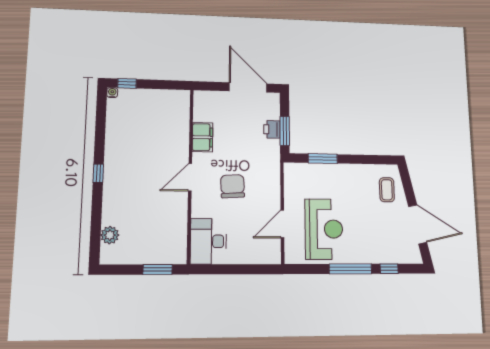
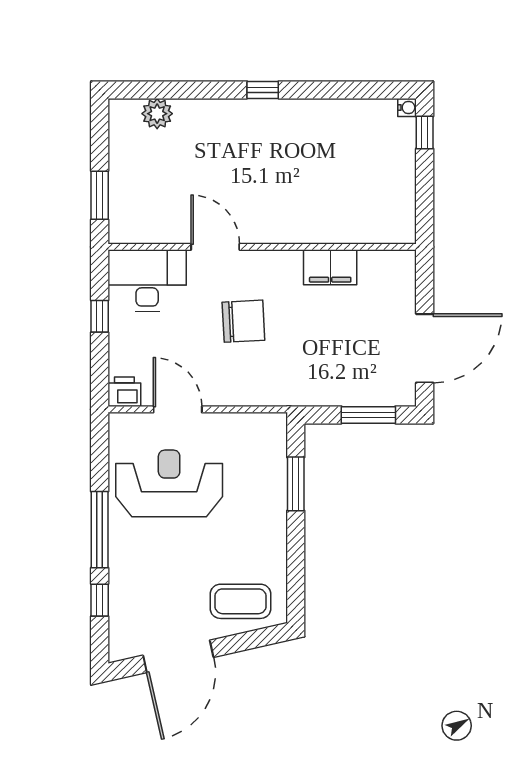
printer: (272, 129) -> (124, 392), moved
window: (285, 131) -> (368, 415), moved
door: (190, 177) -> (215, 247), moved
coffee table: (387, 190) -> (241, 601), width x1.36, depth x1.30
reception desk: (324, 229) -> (169, 483), turned 180
window: (229, 269) -> (100, 316), added

